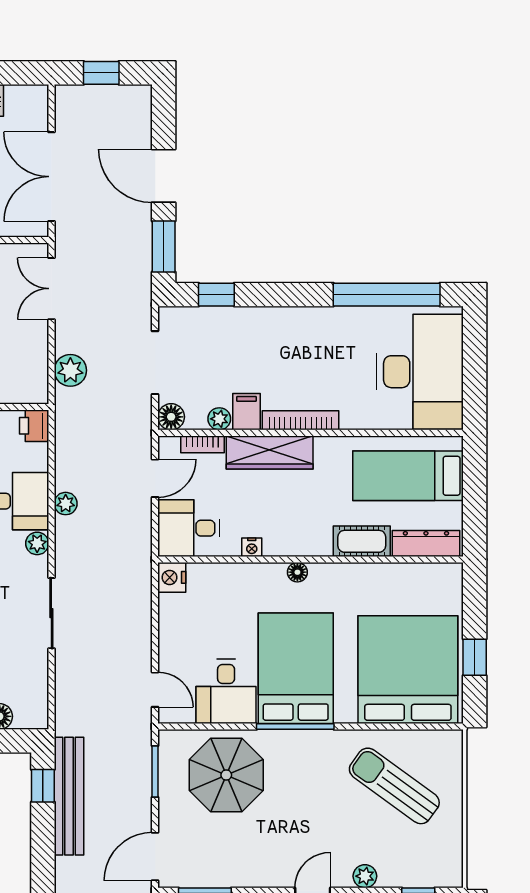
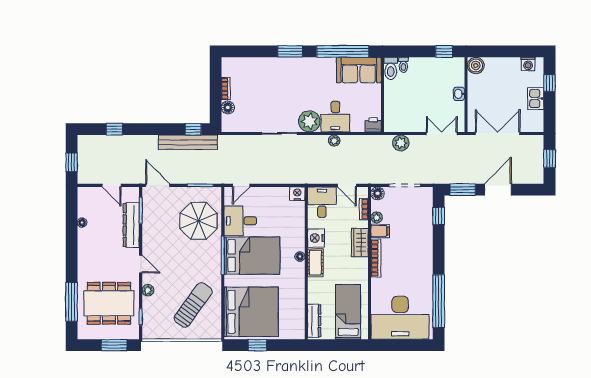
wardrobe: (270, 452) -> (360, 243), width x0.67
cot: (362, 541) -> (315, 263), moved
plant: (37, 543) -> (309, 121), width x1.88, depth x1.88
nightstand: (252, 547) -> (316, 238), width x1.89, depth x1.79

